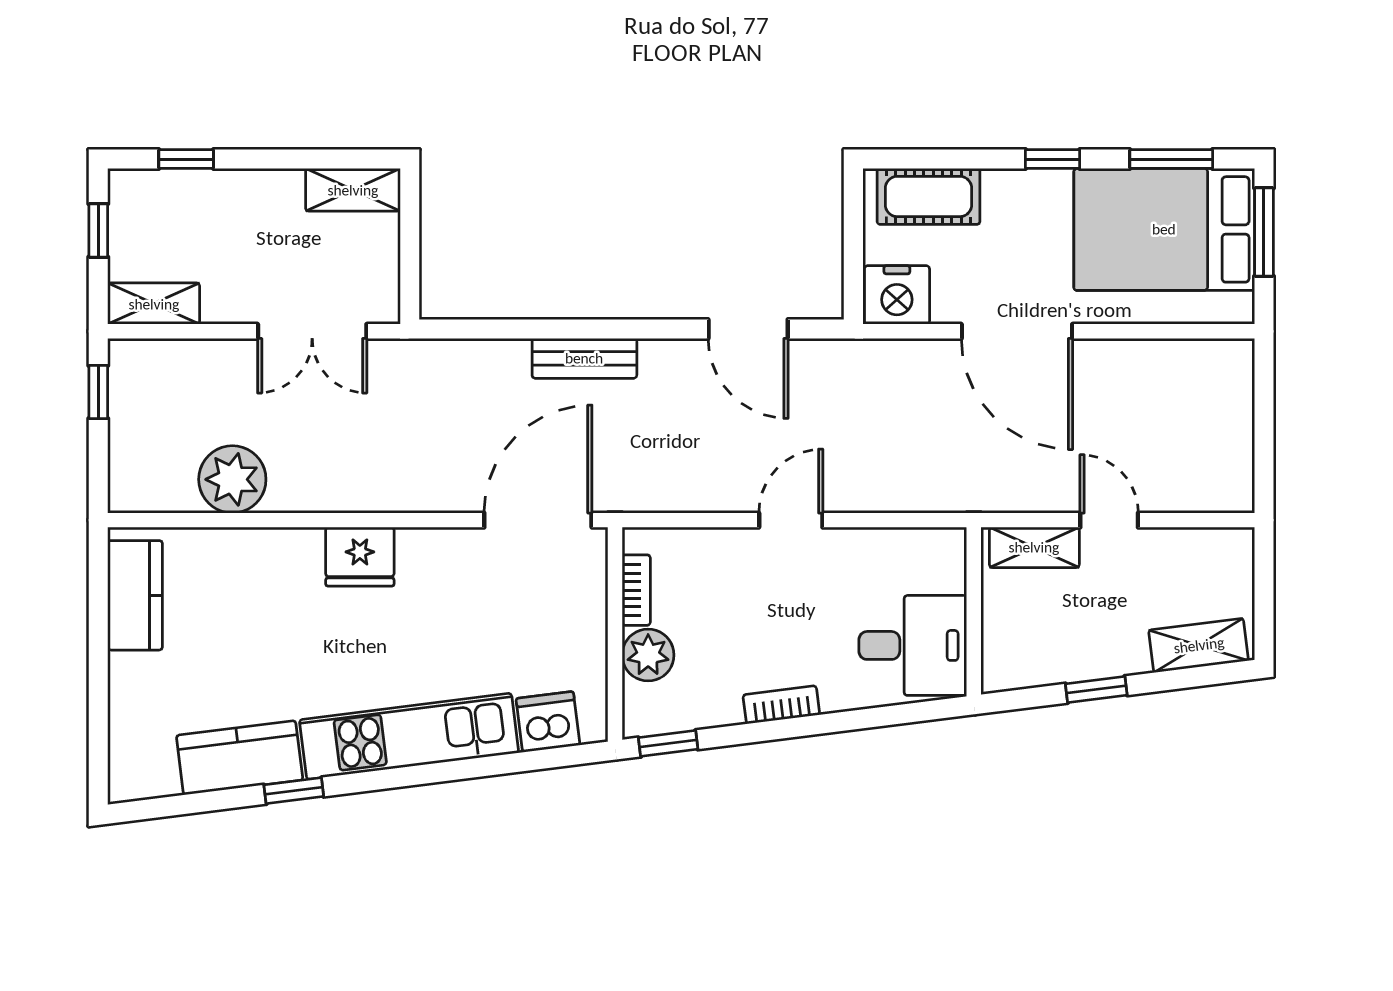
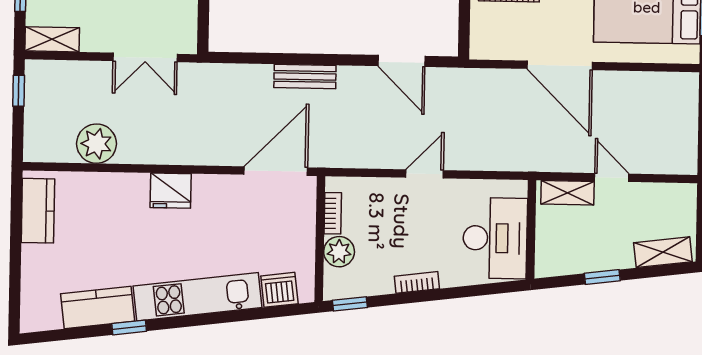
nightstand: (897, 295) -> (489, 43), removed
desk: (913, 645) -> (495, 238), width x1.37

